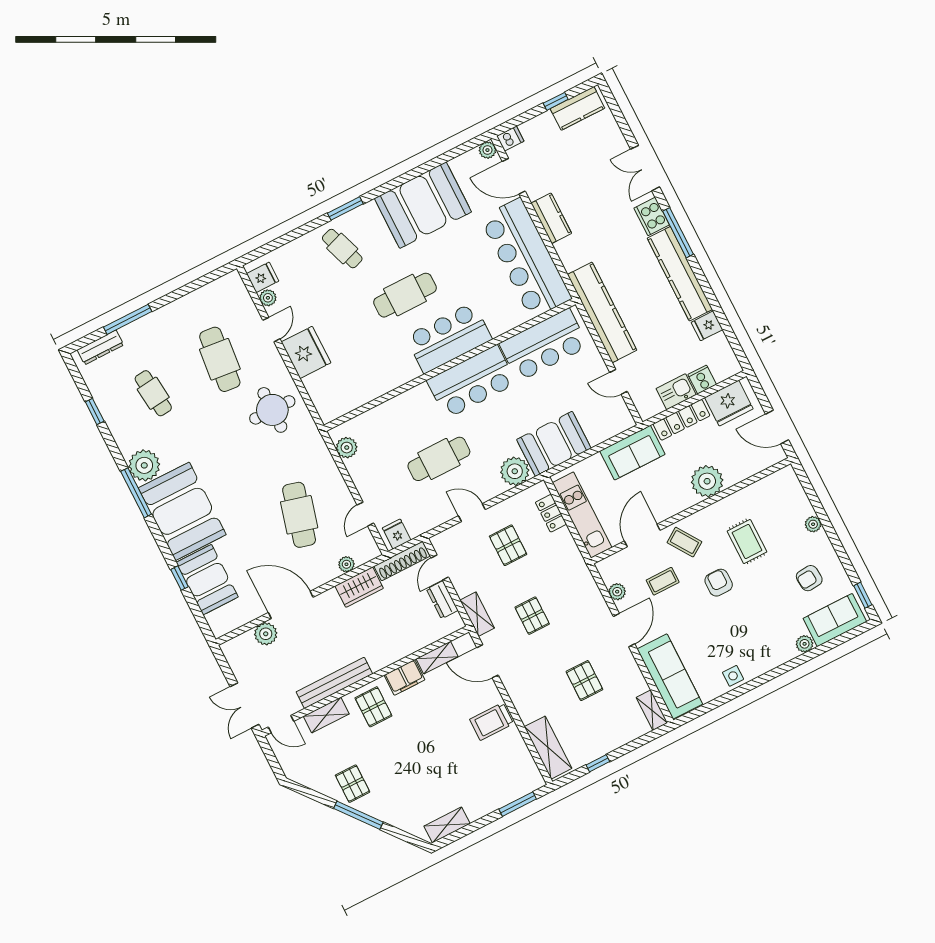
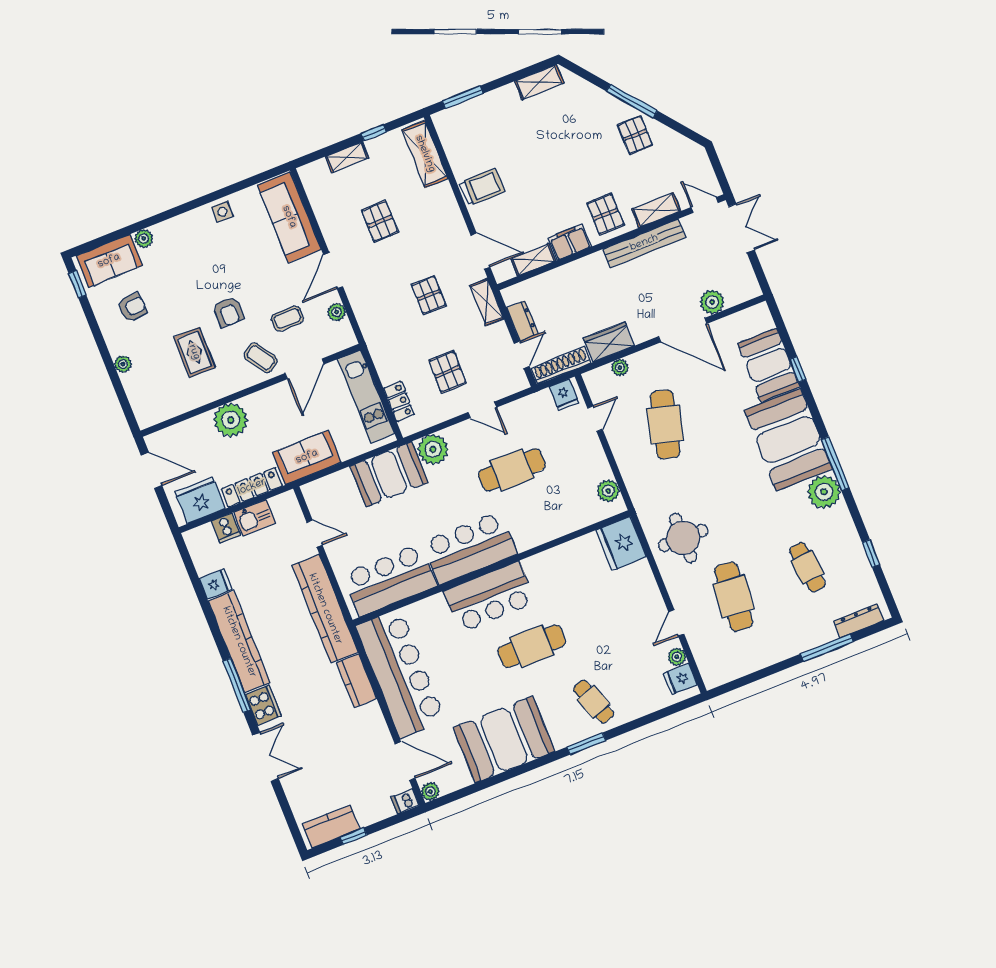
kitchen counter: (551, 218) -> (357, 681), moved
fridge: (306, 352) -> (621, 543), moved
shelving: (652, 710) -> (347, 157), moved, turned 90

